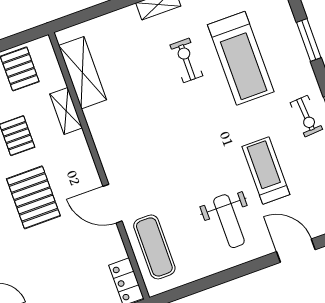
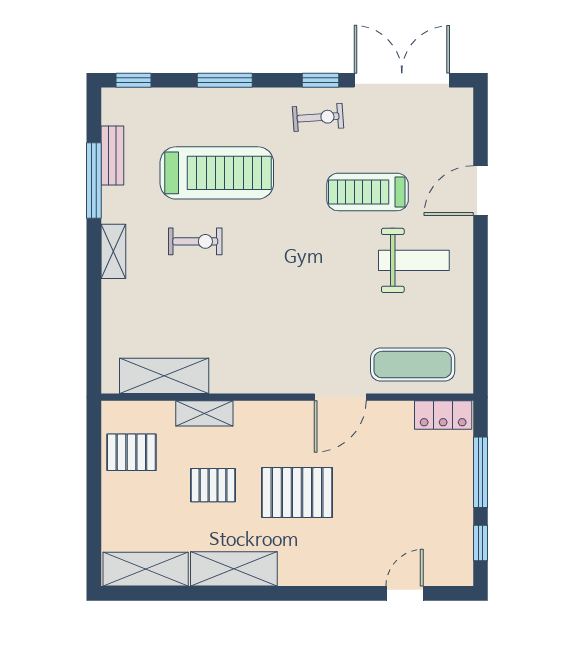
exercise bike: (186, 60) -> (195, 241), turned 180

